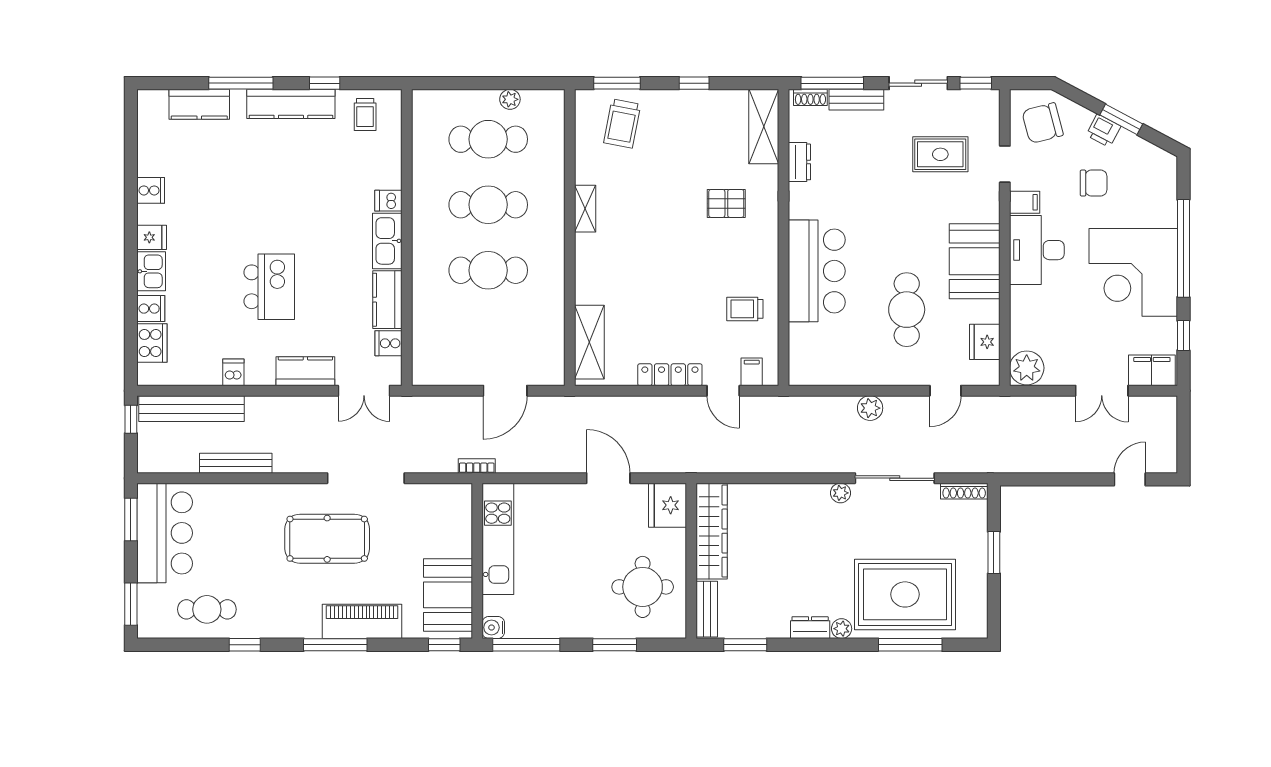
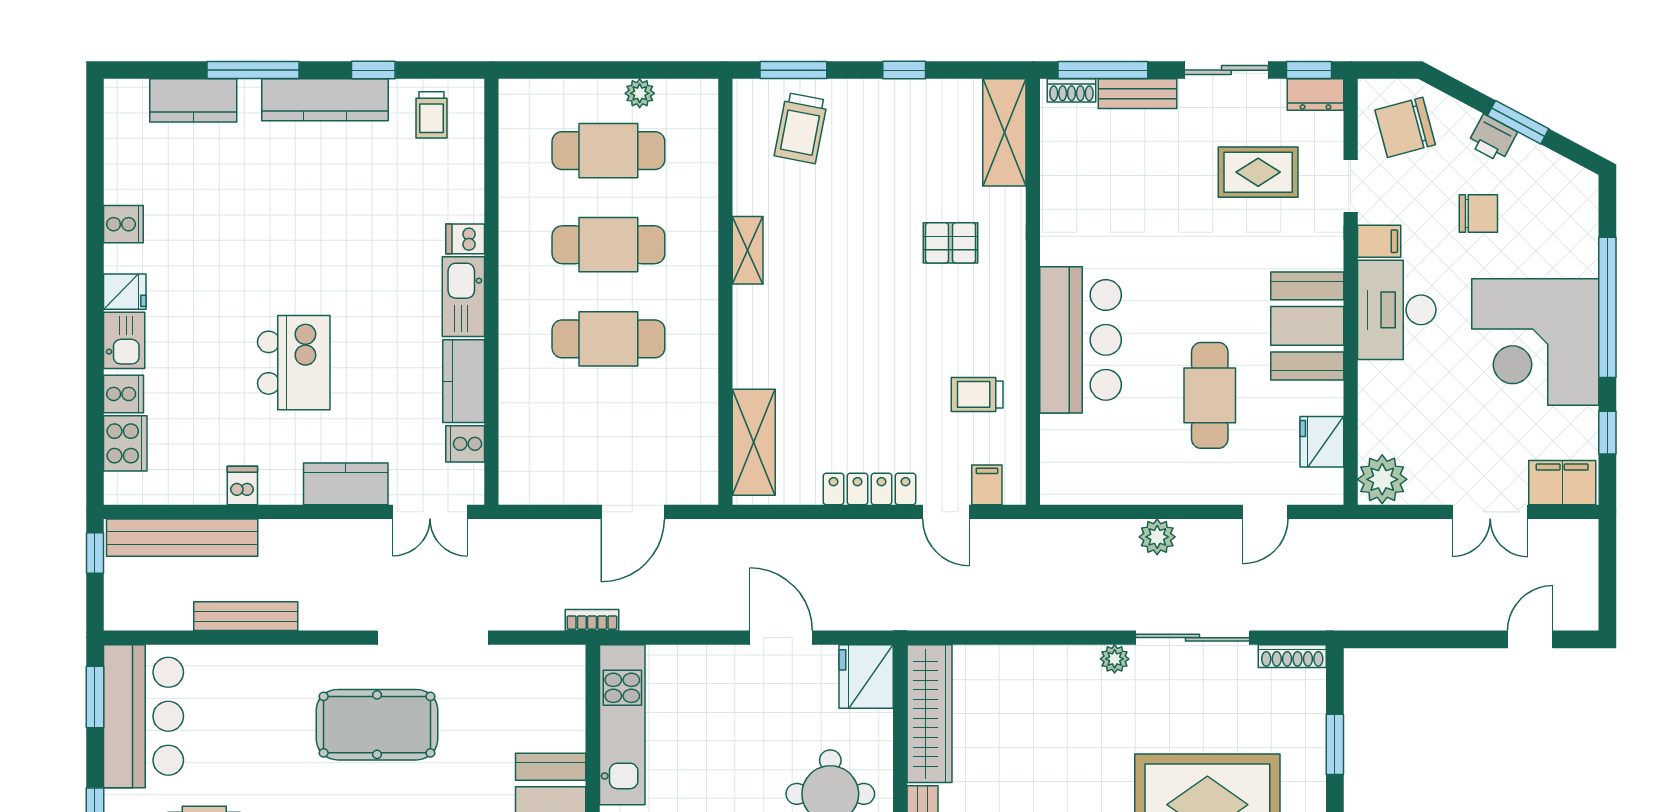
dresser: (799, 162) -> (1316, 95), moved, turned 90

